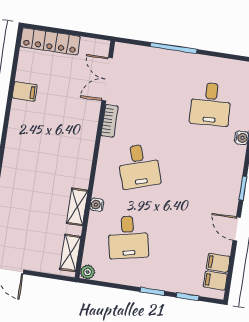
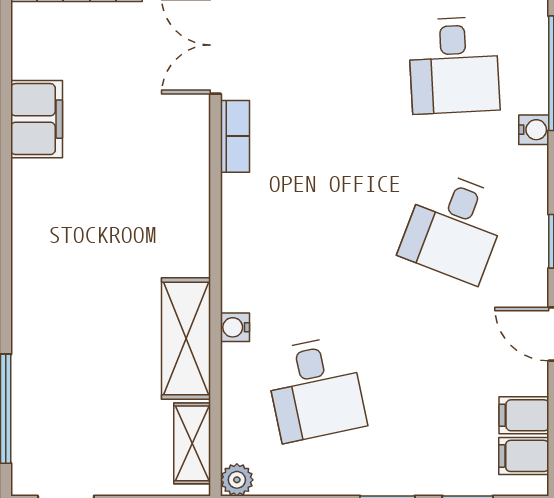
filing cabinet: (25, 91) -> (37, 119), width x2.00
desk: (139, 166) -> (454, 227), moved, turned 39
shelving: (77, 207) -> (186, 338), width x1.50, depth x1.33

